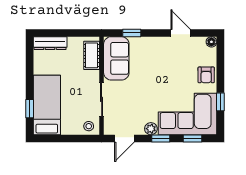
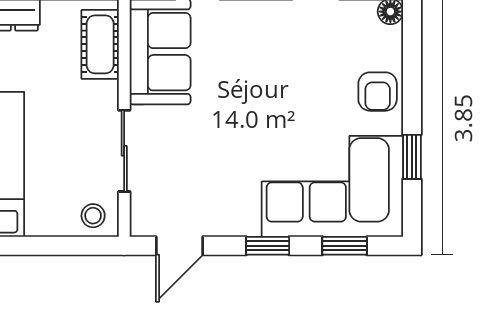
plant: (151, 129) -> (244, 222), removed

